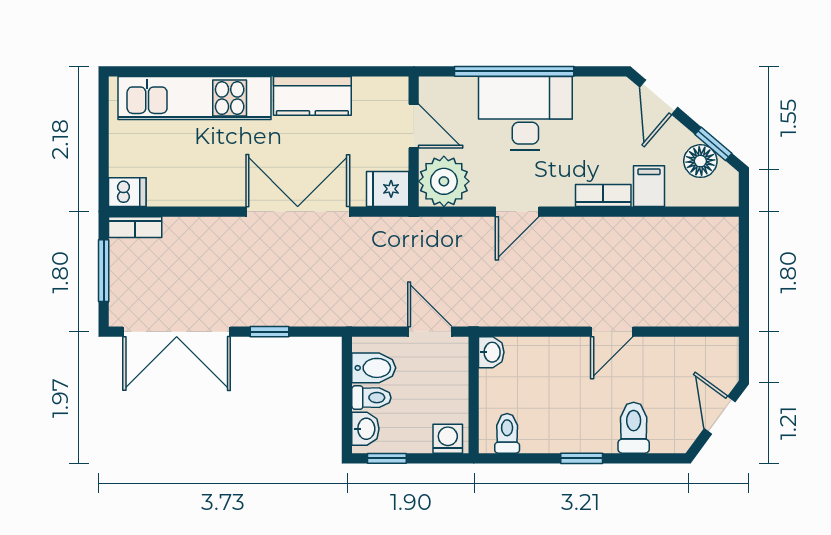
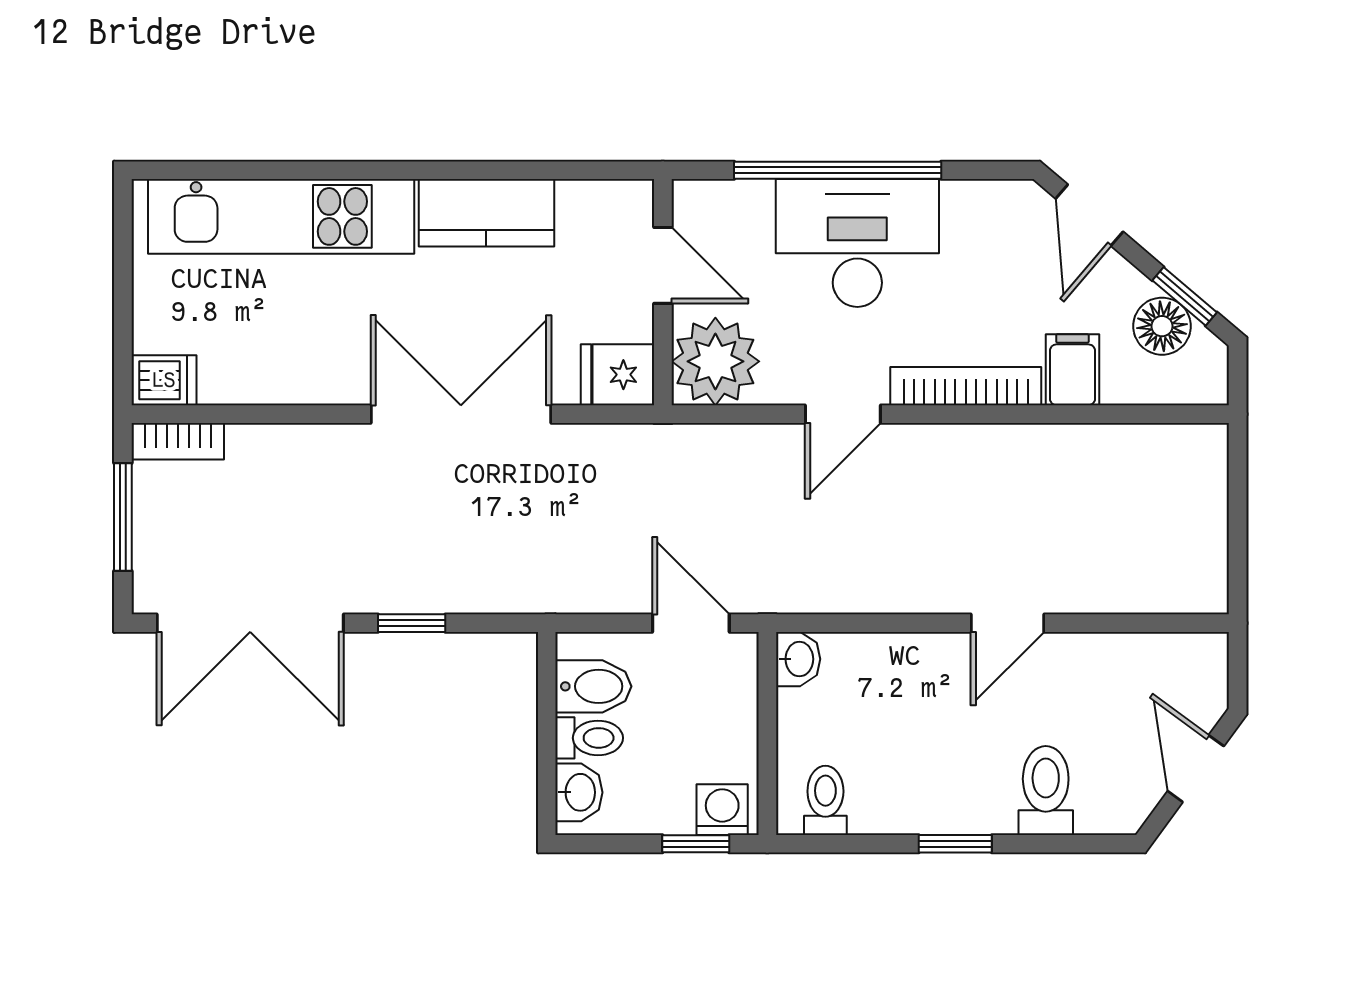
bookcase: (603, 195) -> (966, 386), width x1.56
window: (387, 458) -> (696, 844), moved

